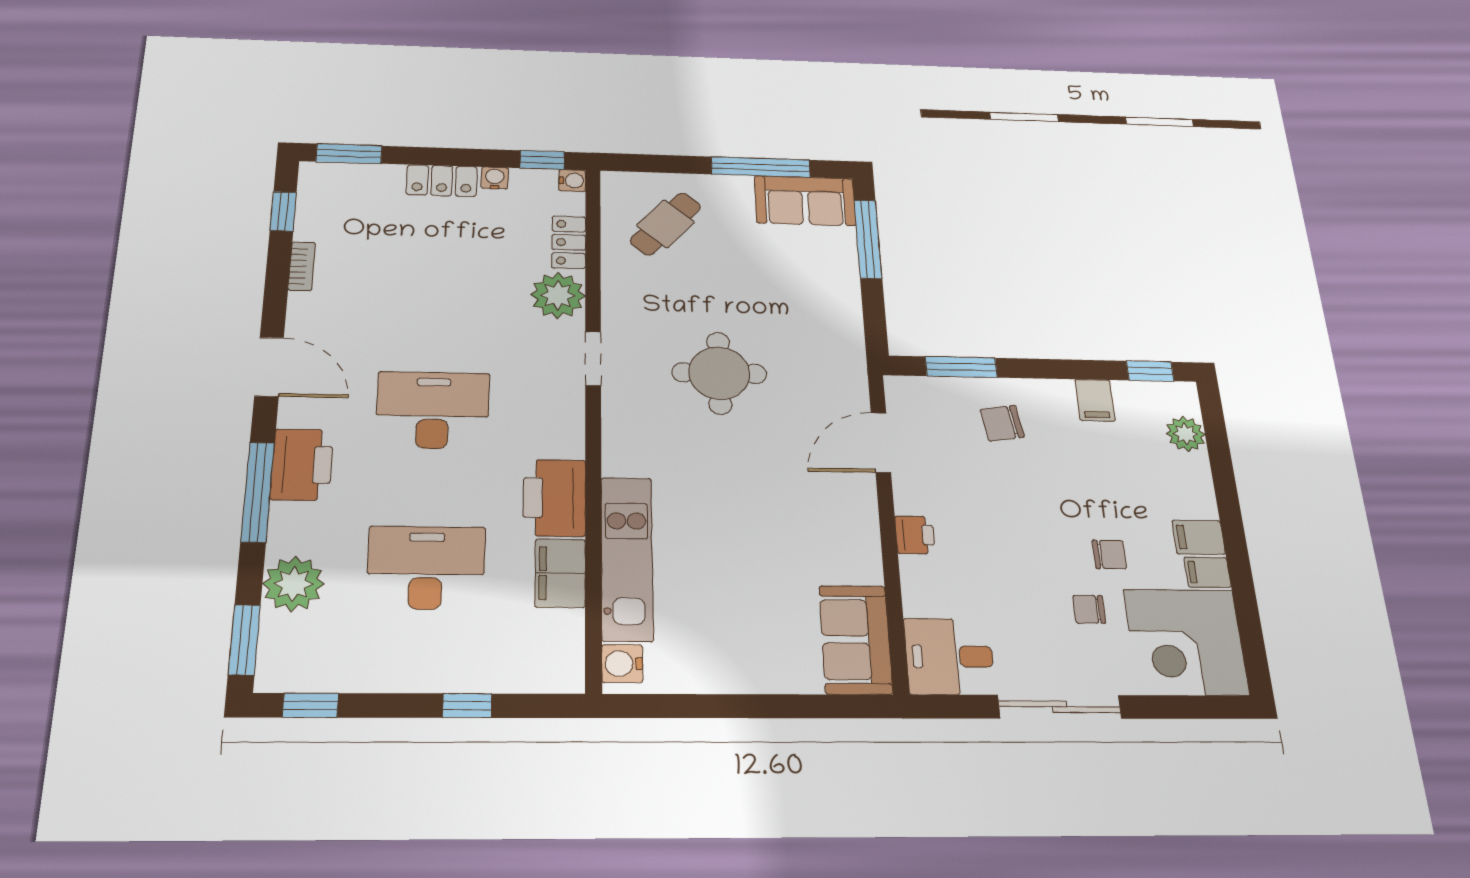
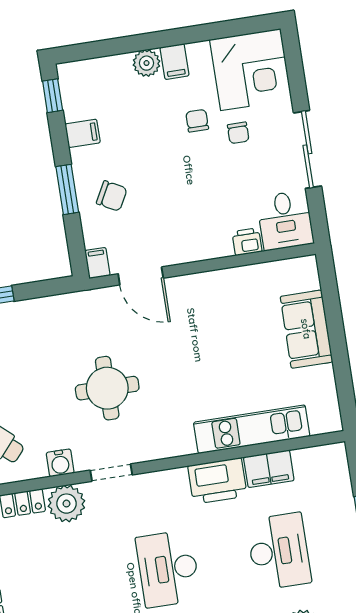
window: (961, 367) -> (67, 189), moved
chair: (1002, 423) -> (112, 196), turned -53
plant: (1186, 434) -> (147, 63), moved
printer: (915, 535) -> (247, 242), moved
desk: (426, 568) -> (279, 551), turned 180
filing cabinet: (1207, 572) -> (97, 263), moved, turned 180
sofa: (856, 639) -> (306, 329), moved, turned 90
water cooler: (622, 664) -> (60, 463), moved

